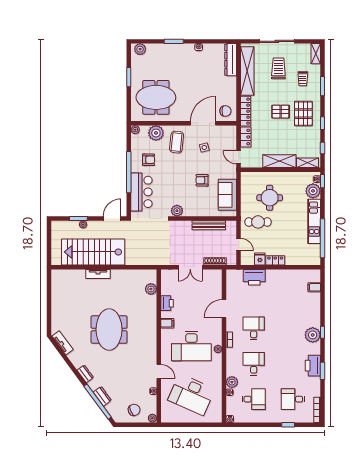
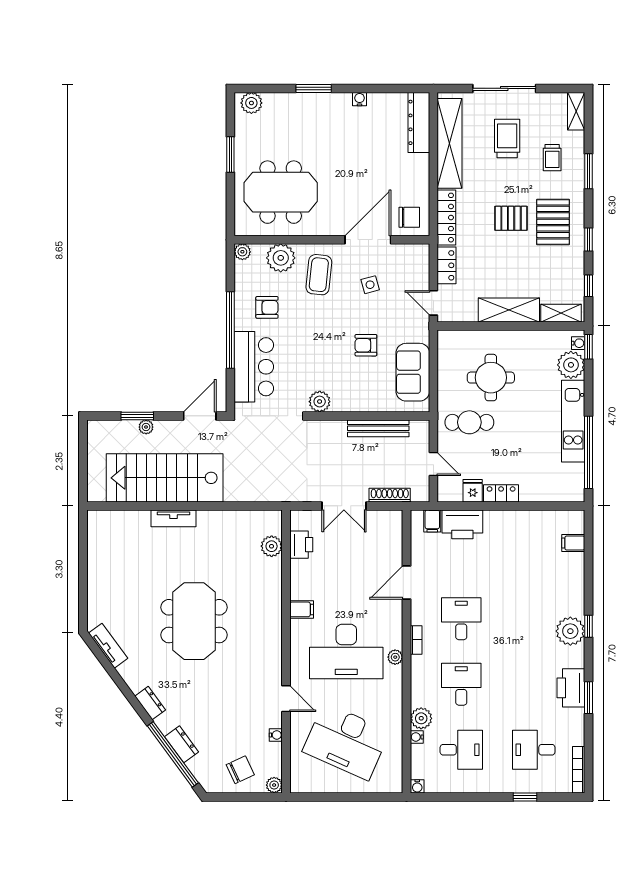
filing cabinet: (238, 275) -> (432, 521), added
printer: (167, 303) -> (301, 545), moved

